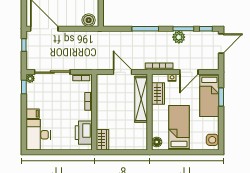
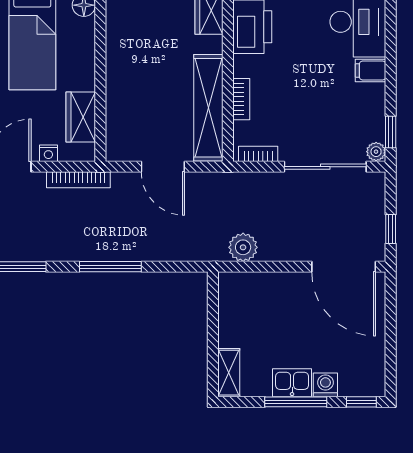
boiler: (89, 20) -> (241, 287), removed
plant: (179, 37) -> (243, 247), moved
shelving: (141, 99) -> (208, 108), moved

